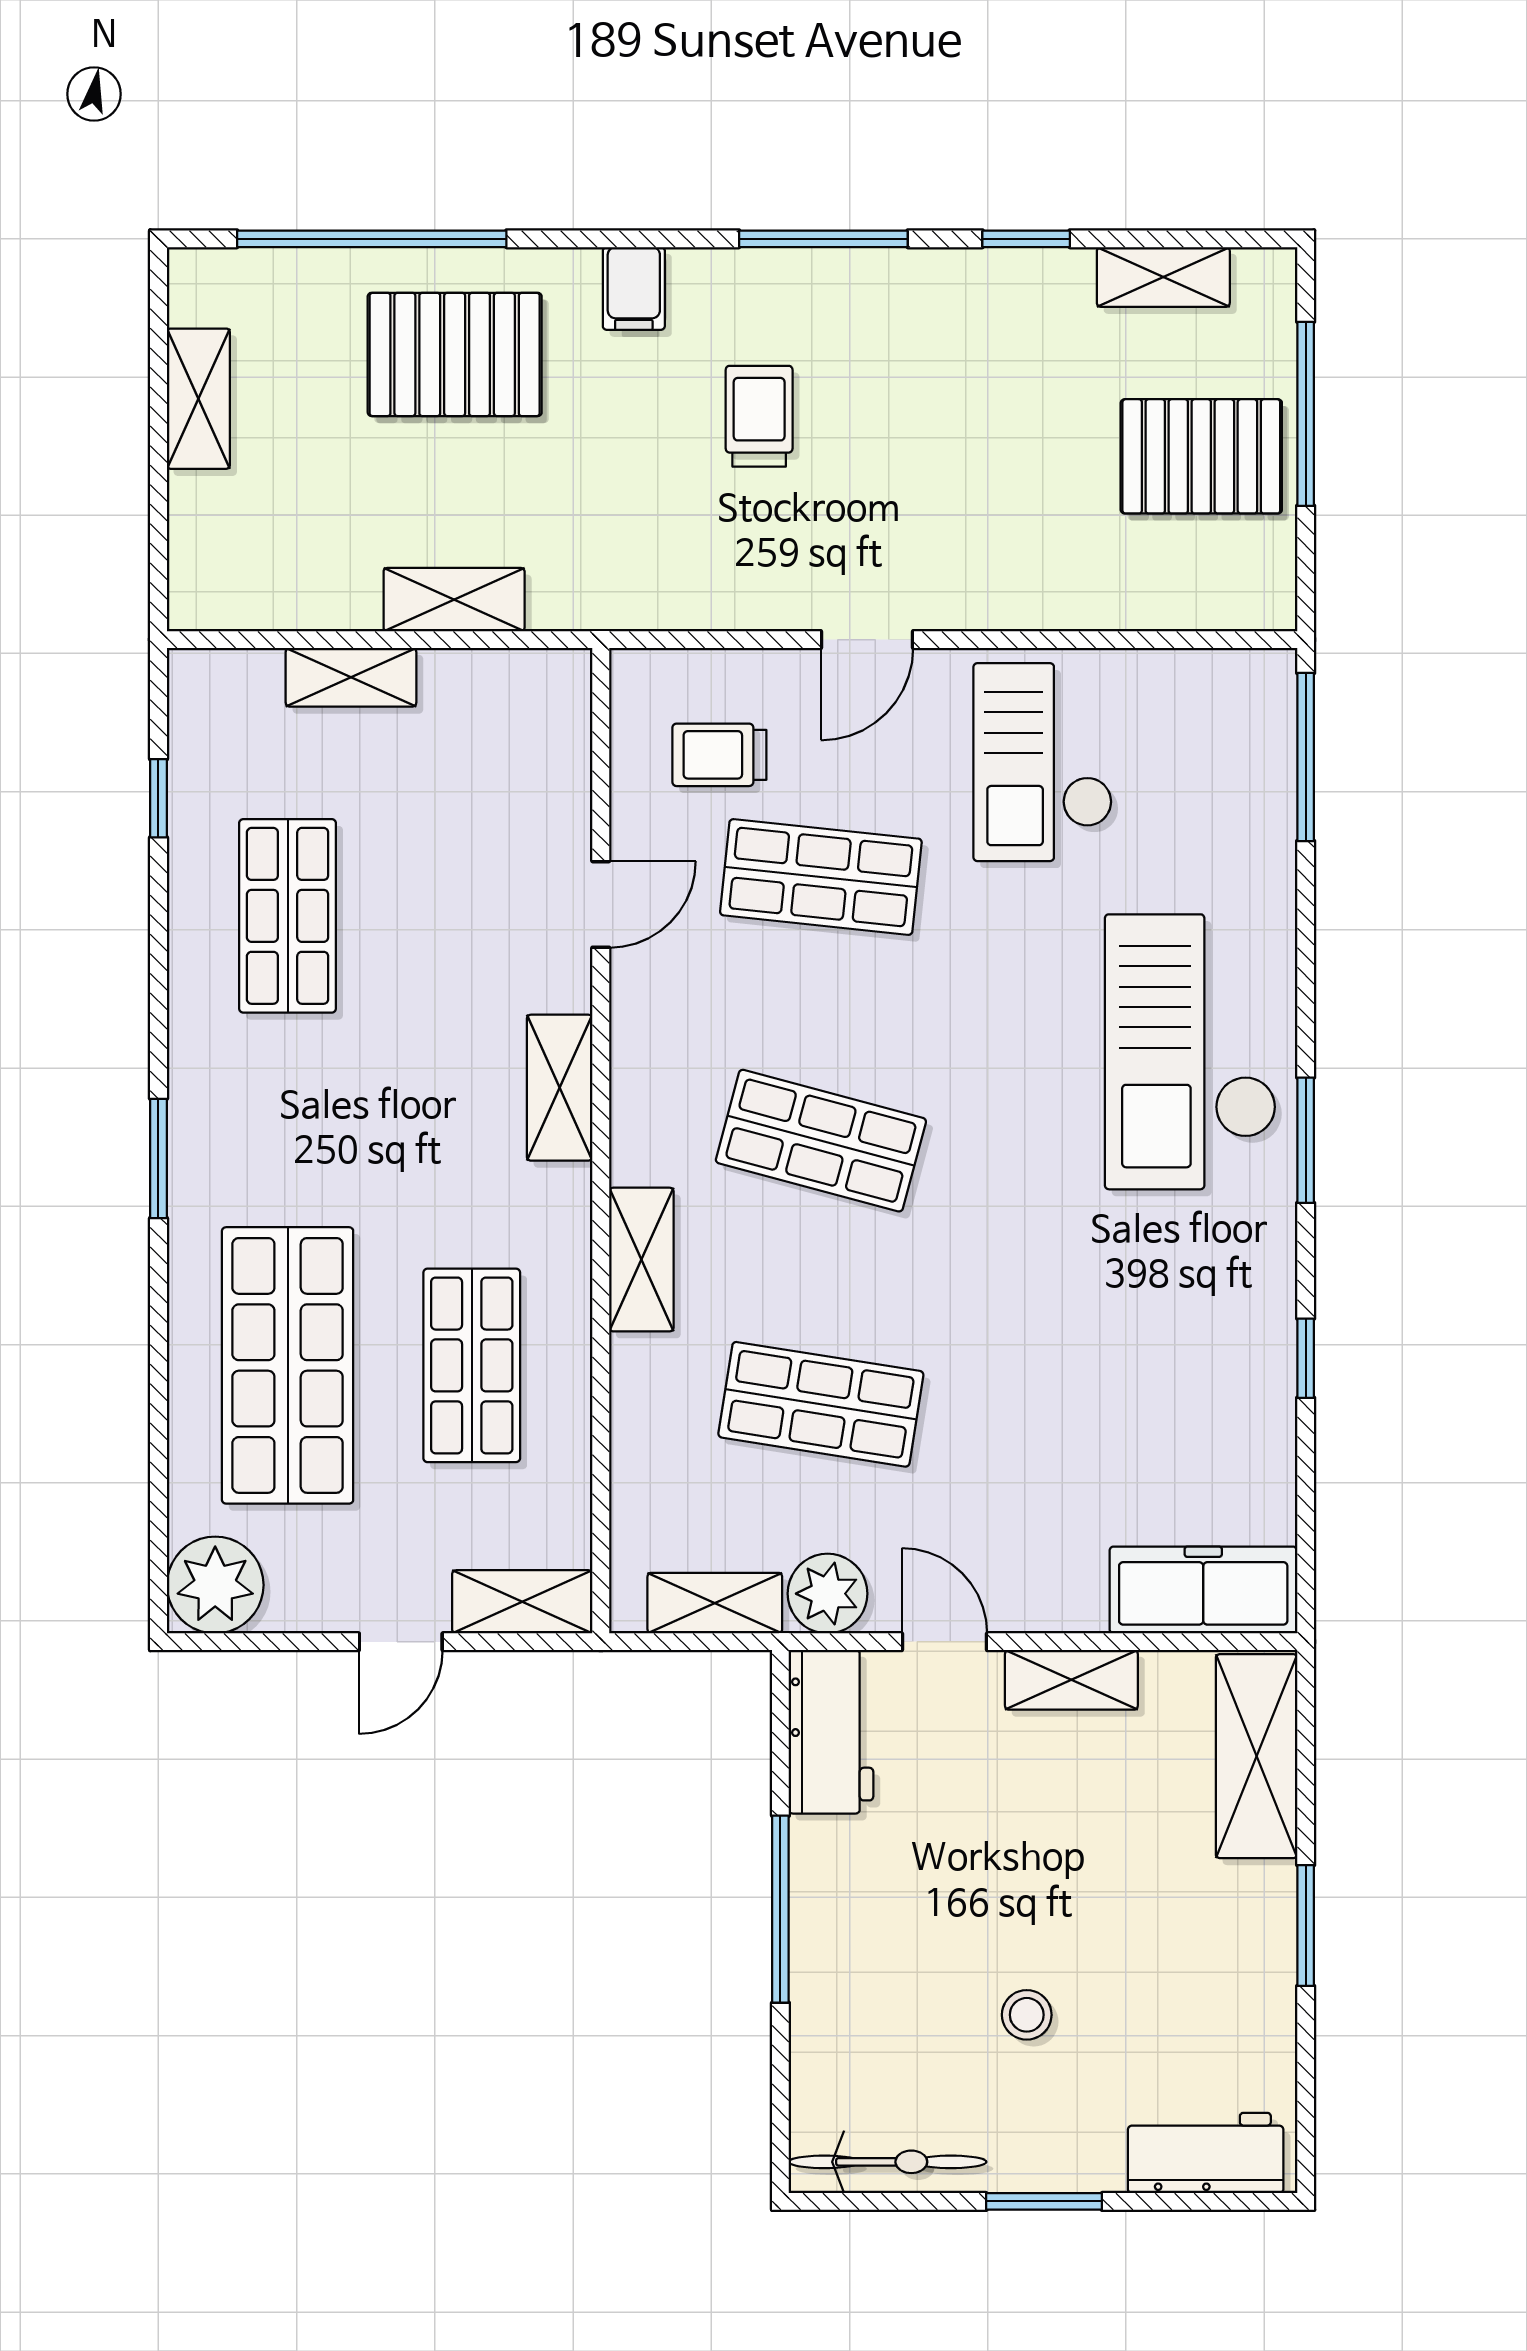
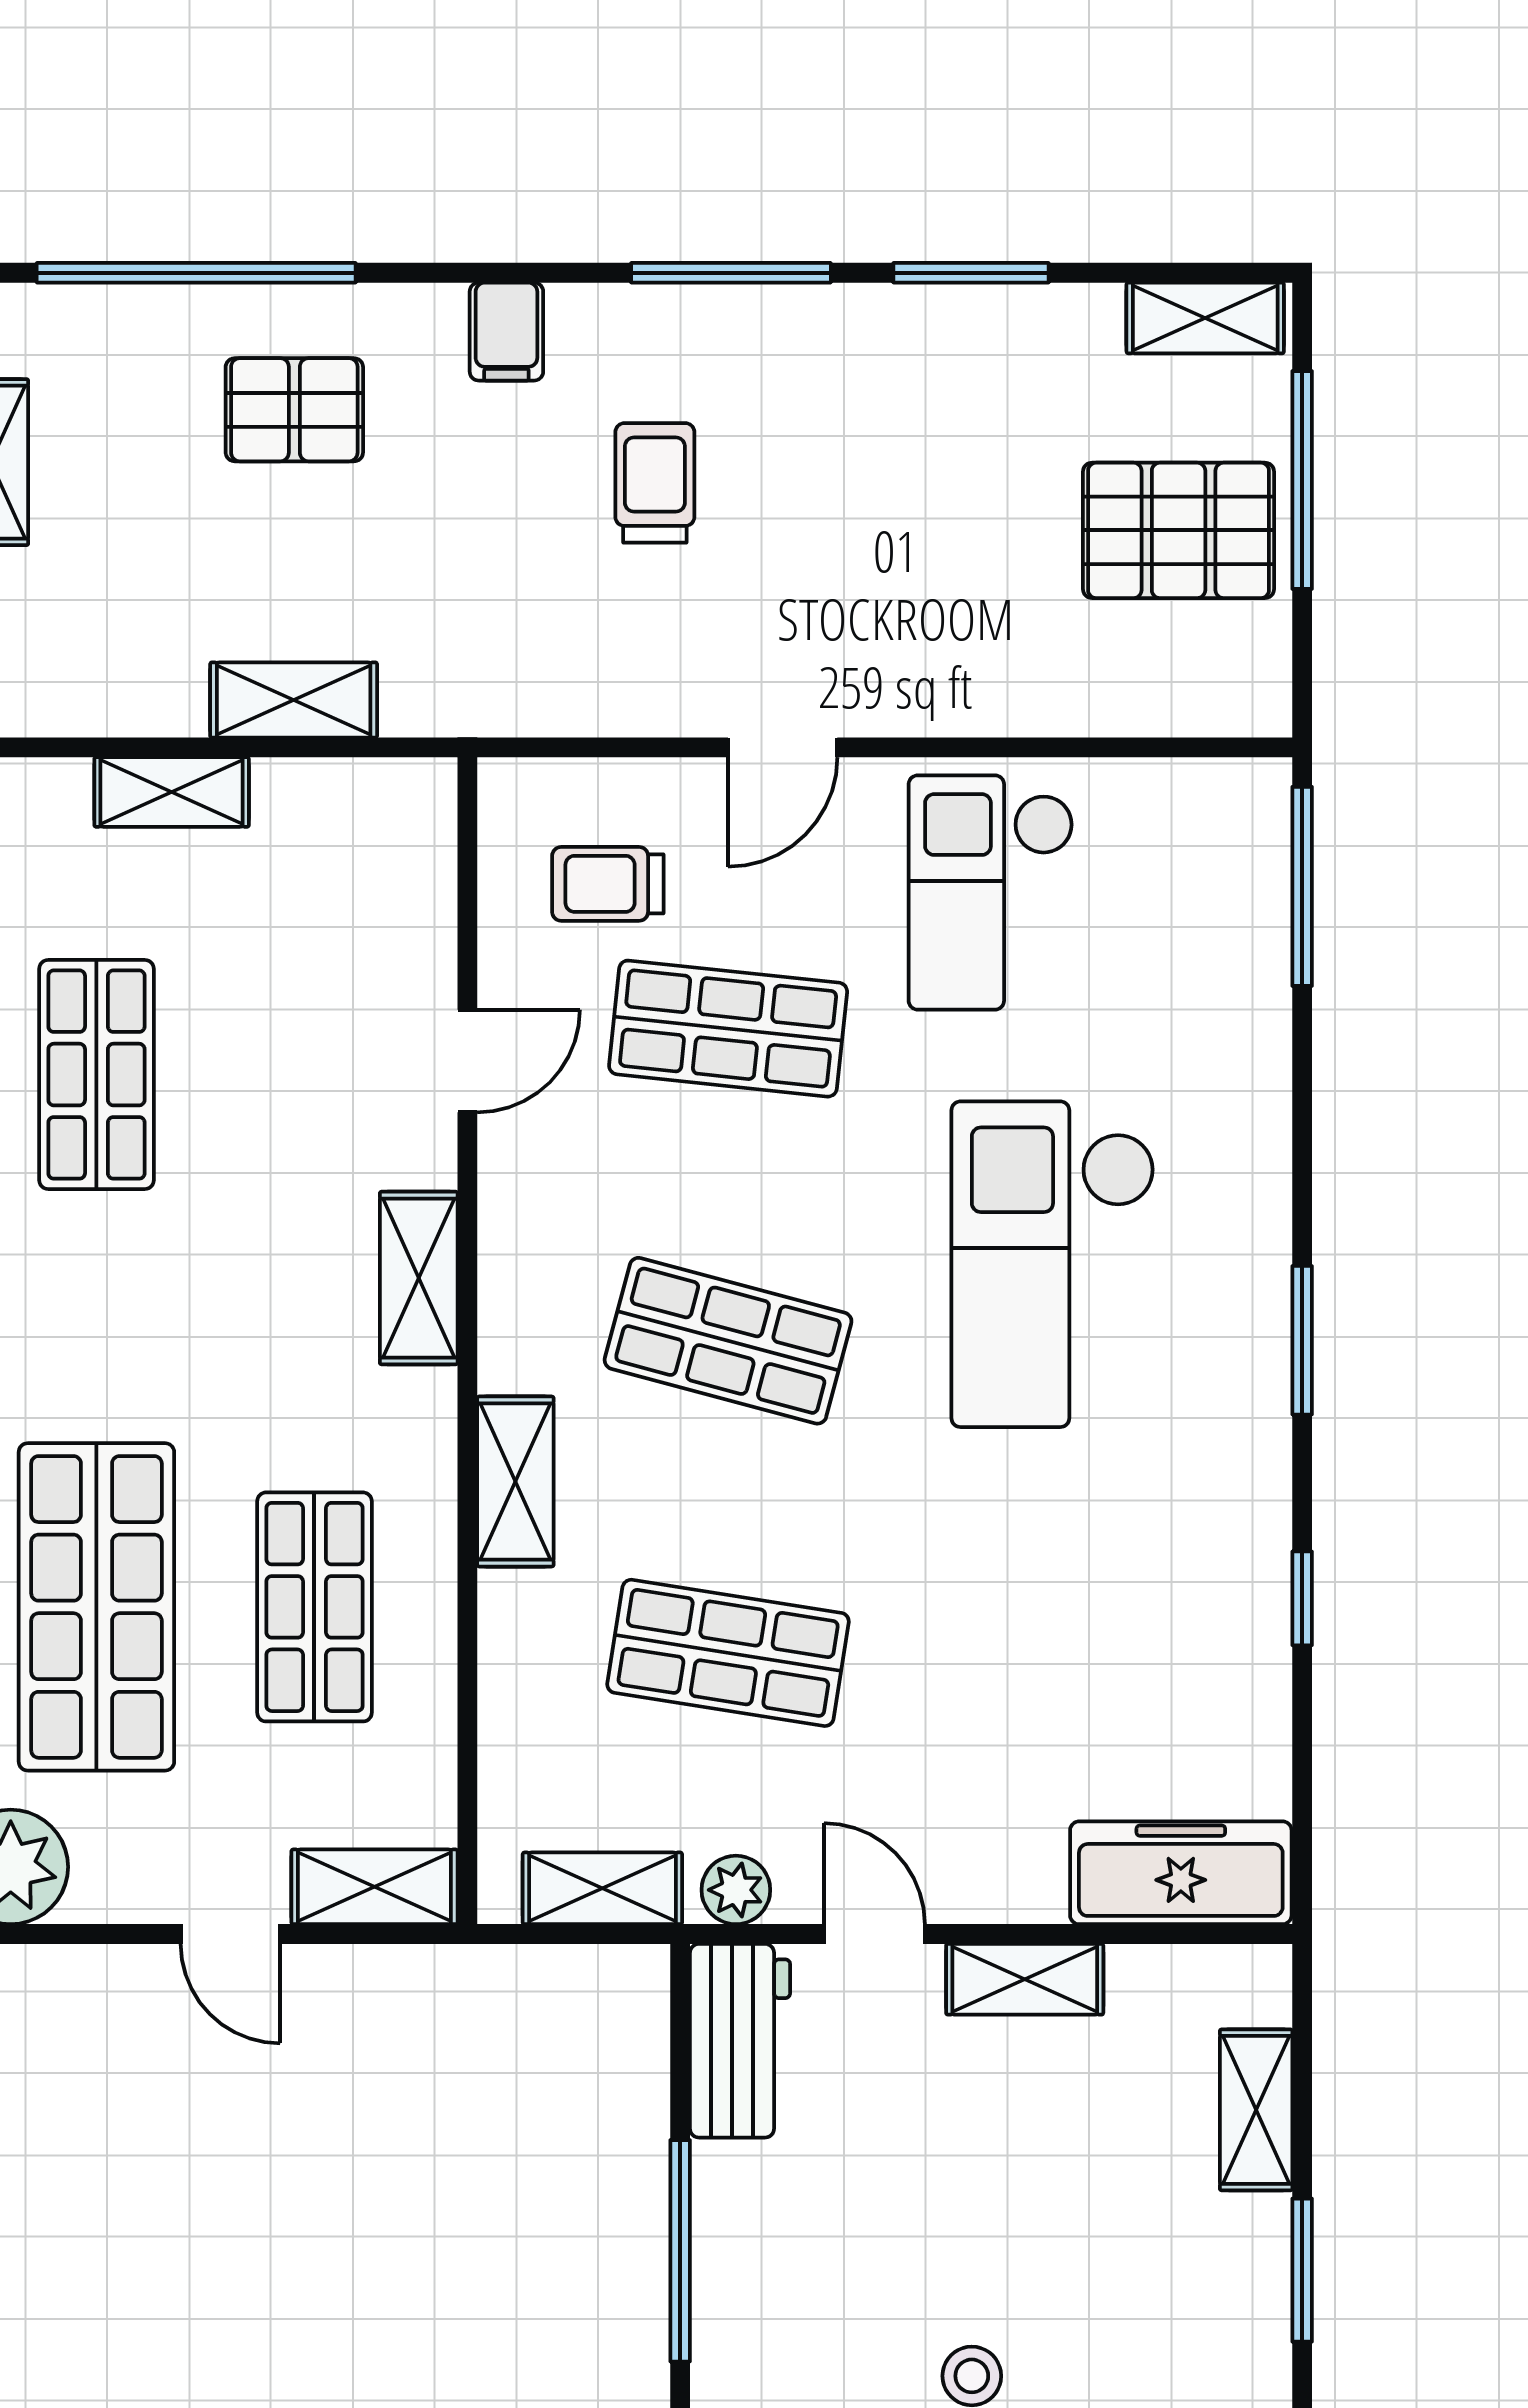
window: (1026, 239) -> (971, 273), width x1.50
shelving: (1163, 277) -> (1205, 318), moved
pallet: (455, 354) -> (294, 410), width x0.67, depth x0.71
checkout: (1191, 1052) -> (1053, 1264), moved
plant: (828, 1594) -> (736, 1890), width x0.73, depth x0.73
door: (401, 1642) -> (230, 1934), hinge flipped
shelving: (1257, 1756) -> (1256, 2110), width x0.67, depth x0.75

